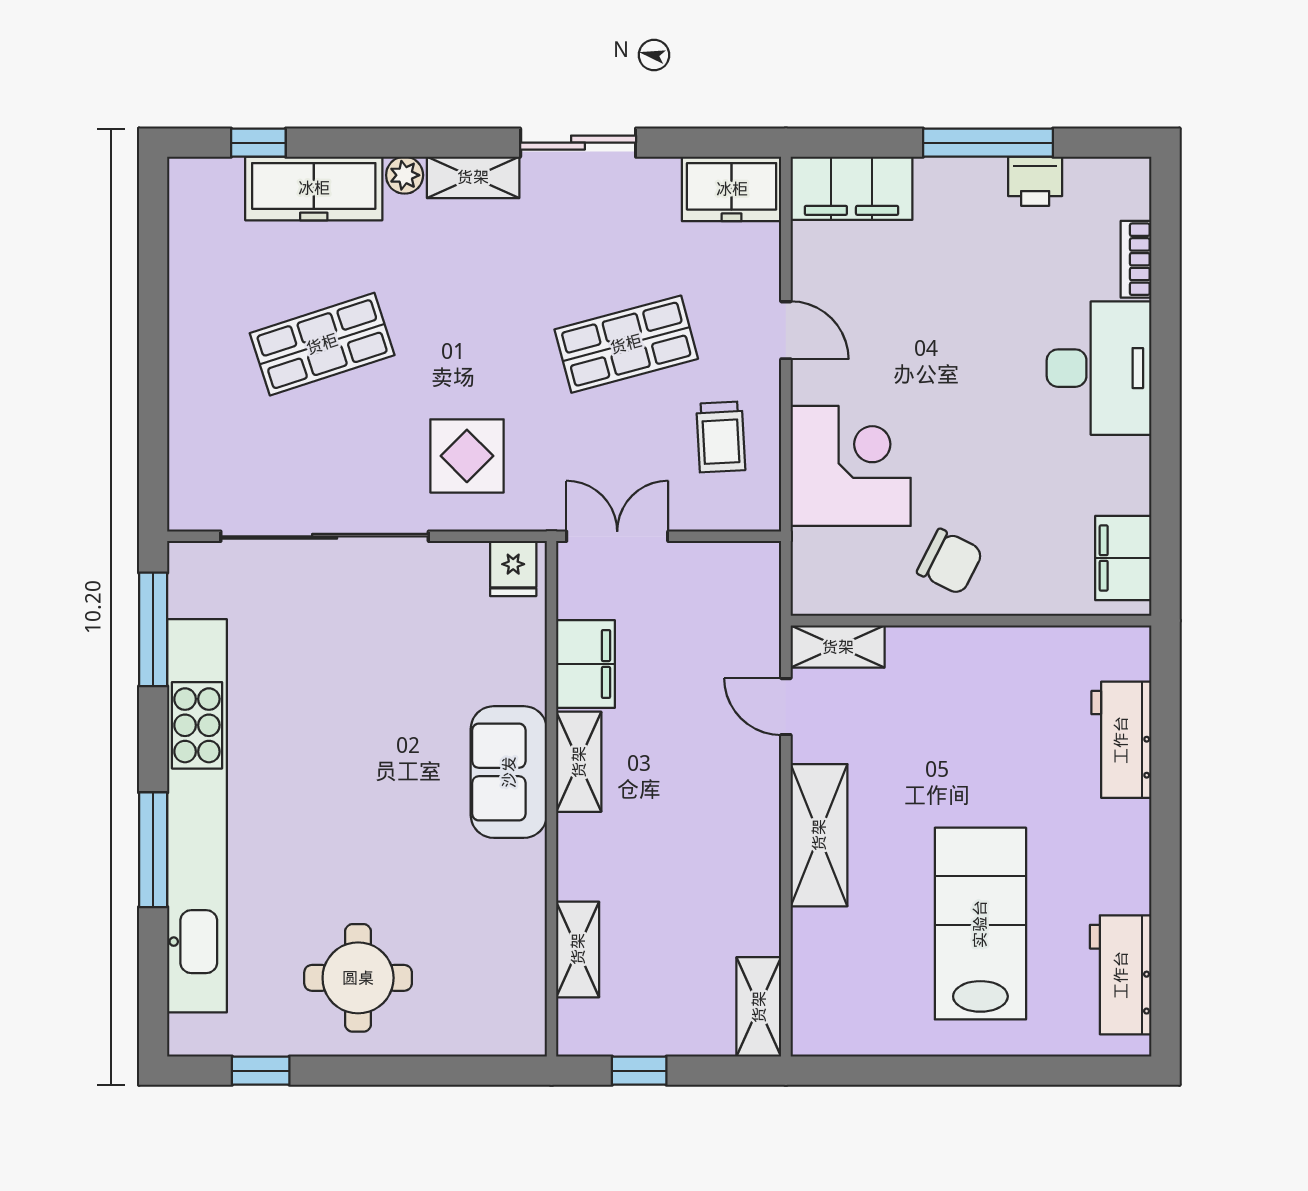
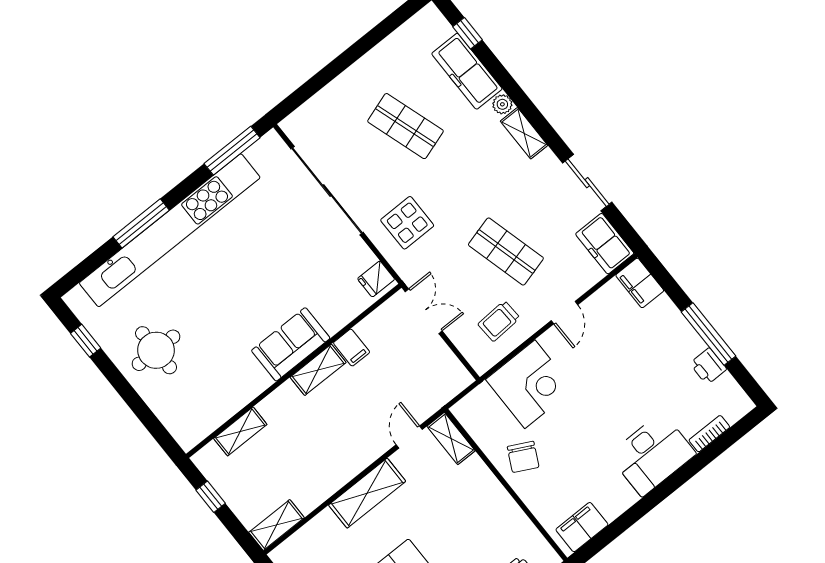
sliding door: (578, 143) -> (587, 183), moved
filing cabinet: (851, 188) -> (640, 283), width x0.67, depth x0.86
filing cabinet: (585, 664) -> (352, 348), width x0.50

